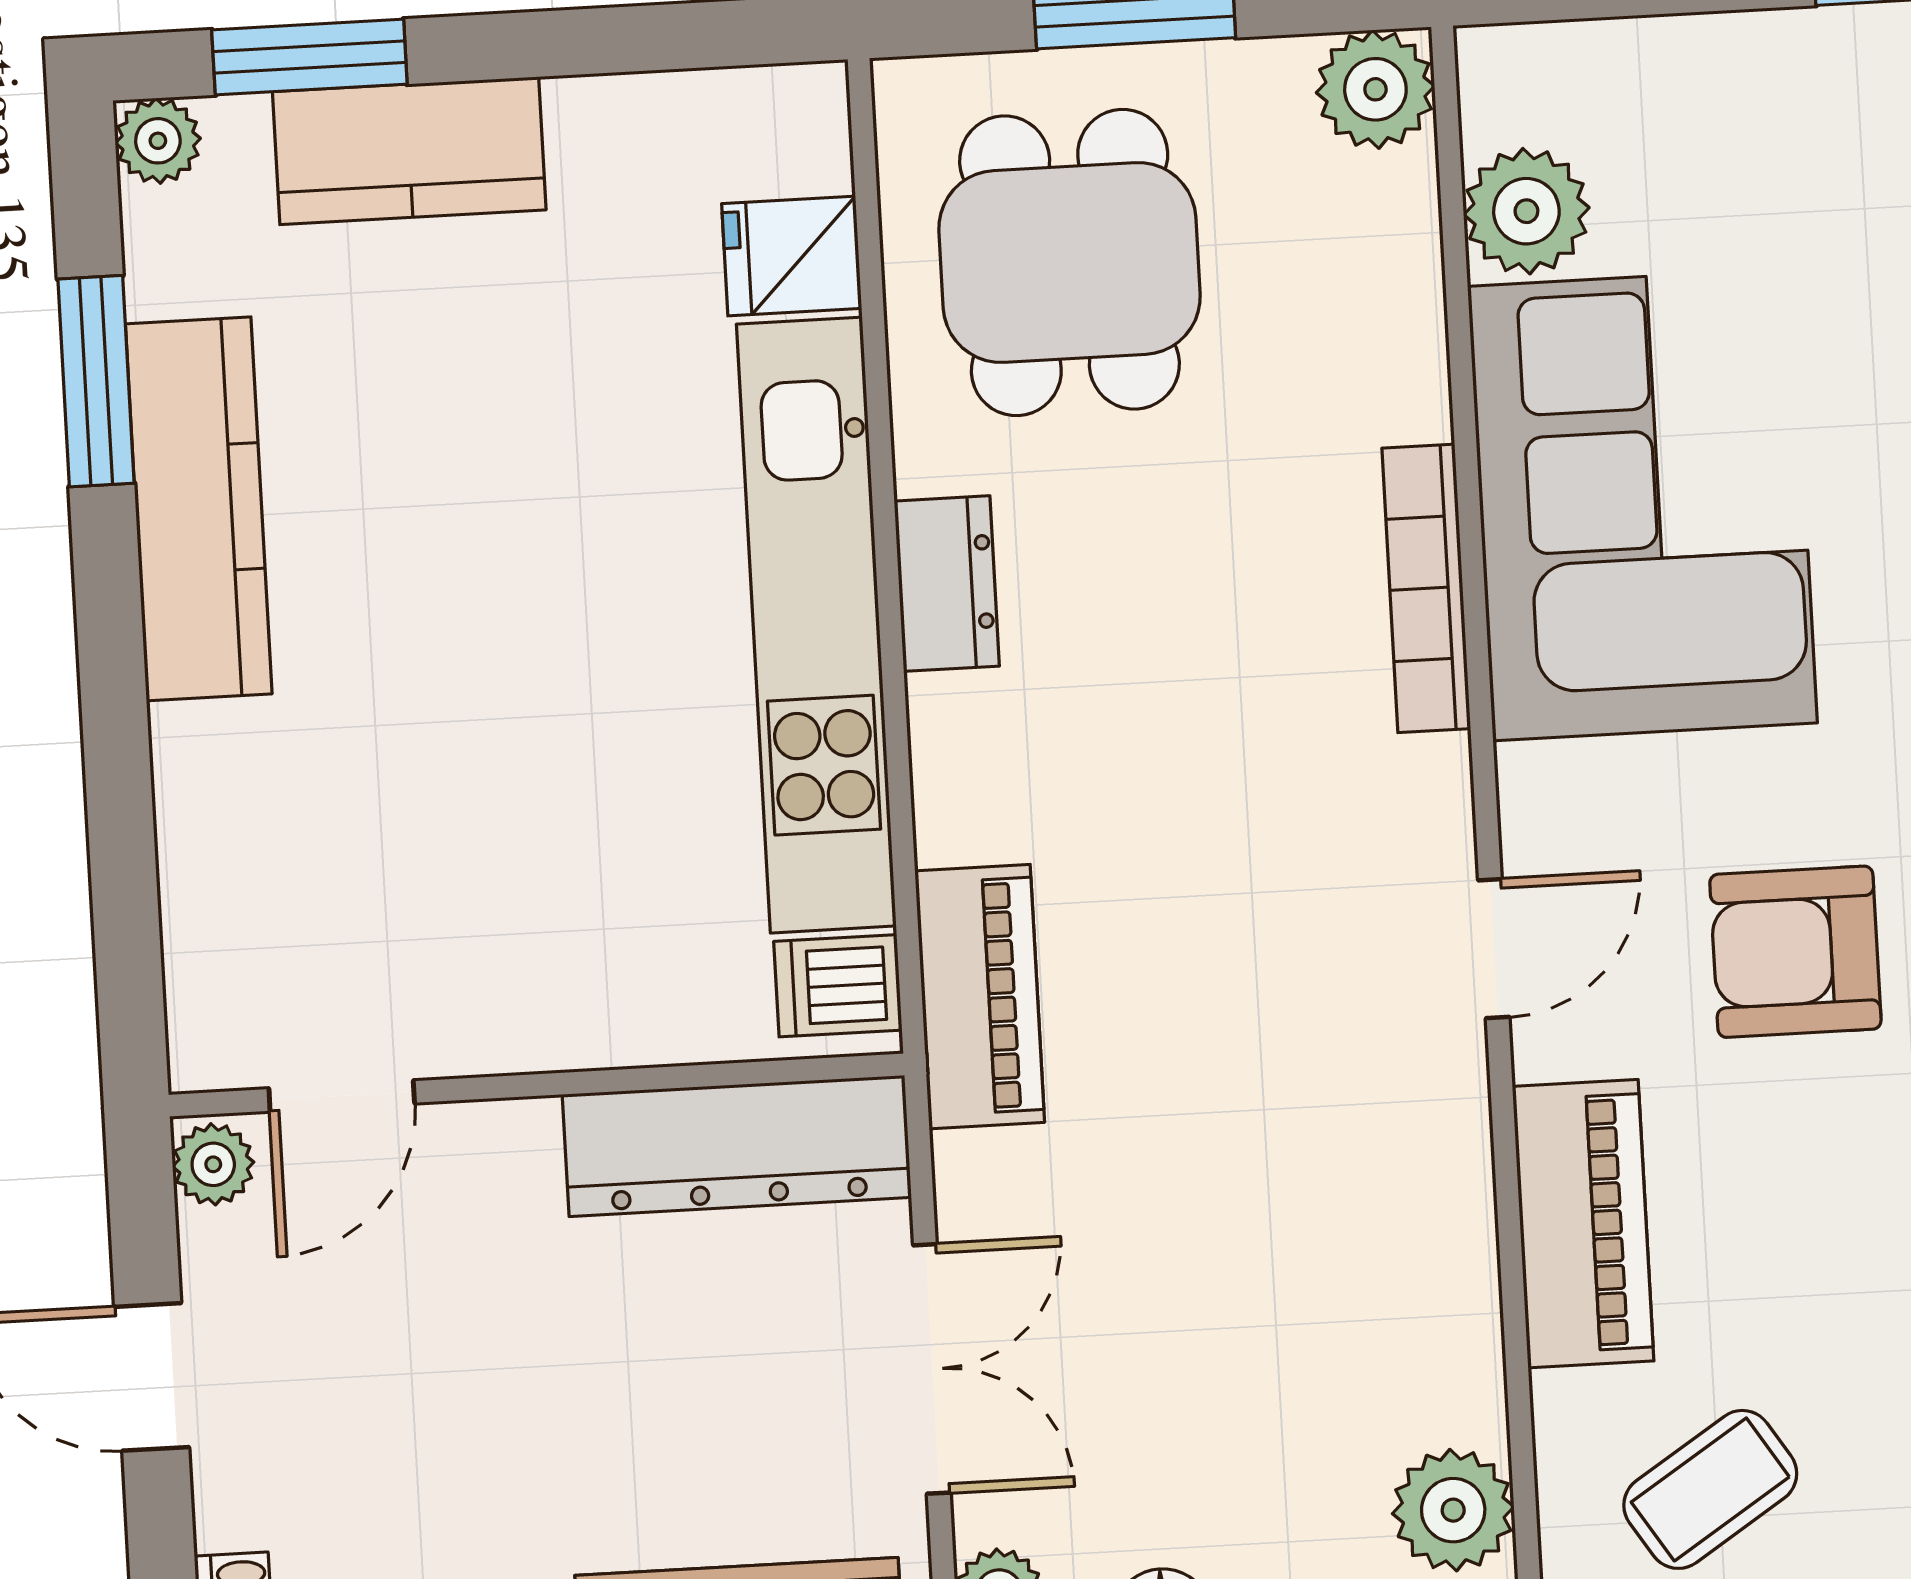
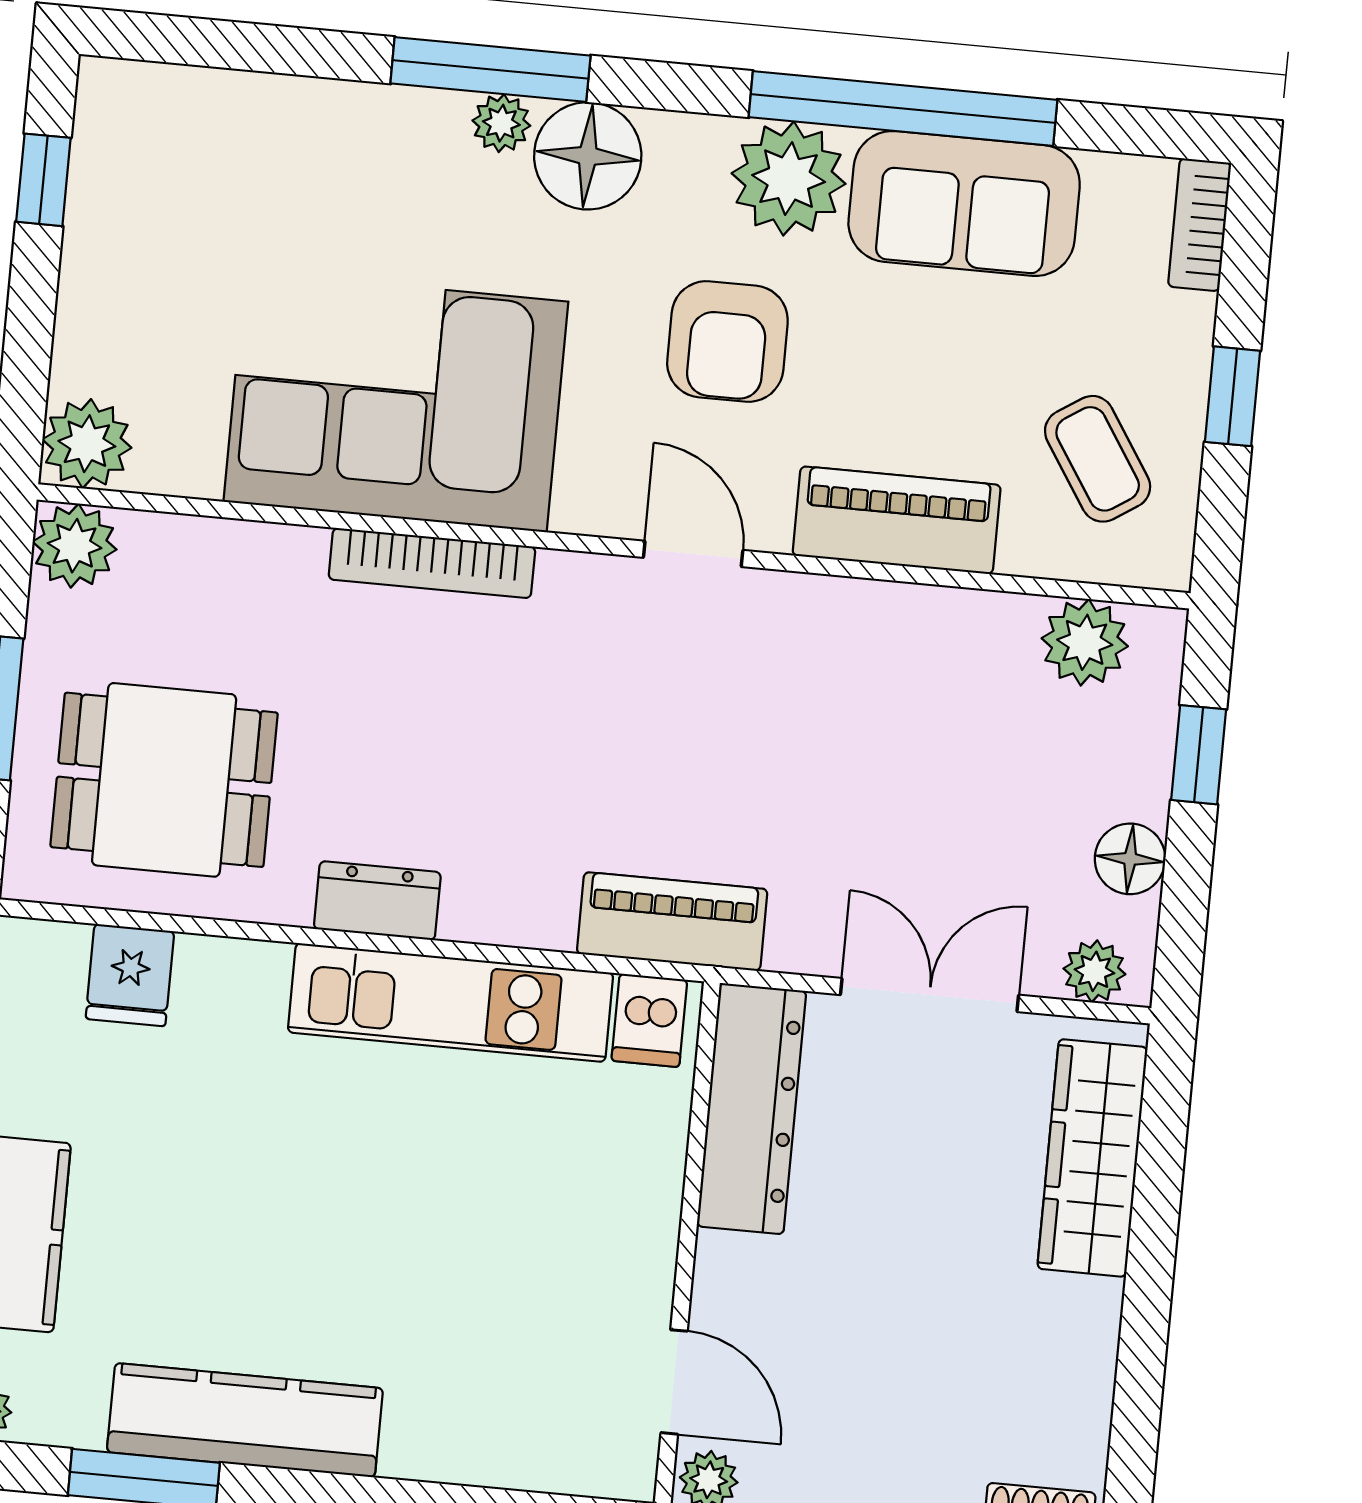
plant: (1526, 211) -> (87, 444), moved
kitchen unit: (816, 625) -> (450, 1003), width x0.73

